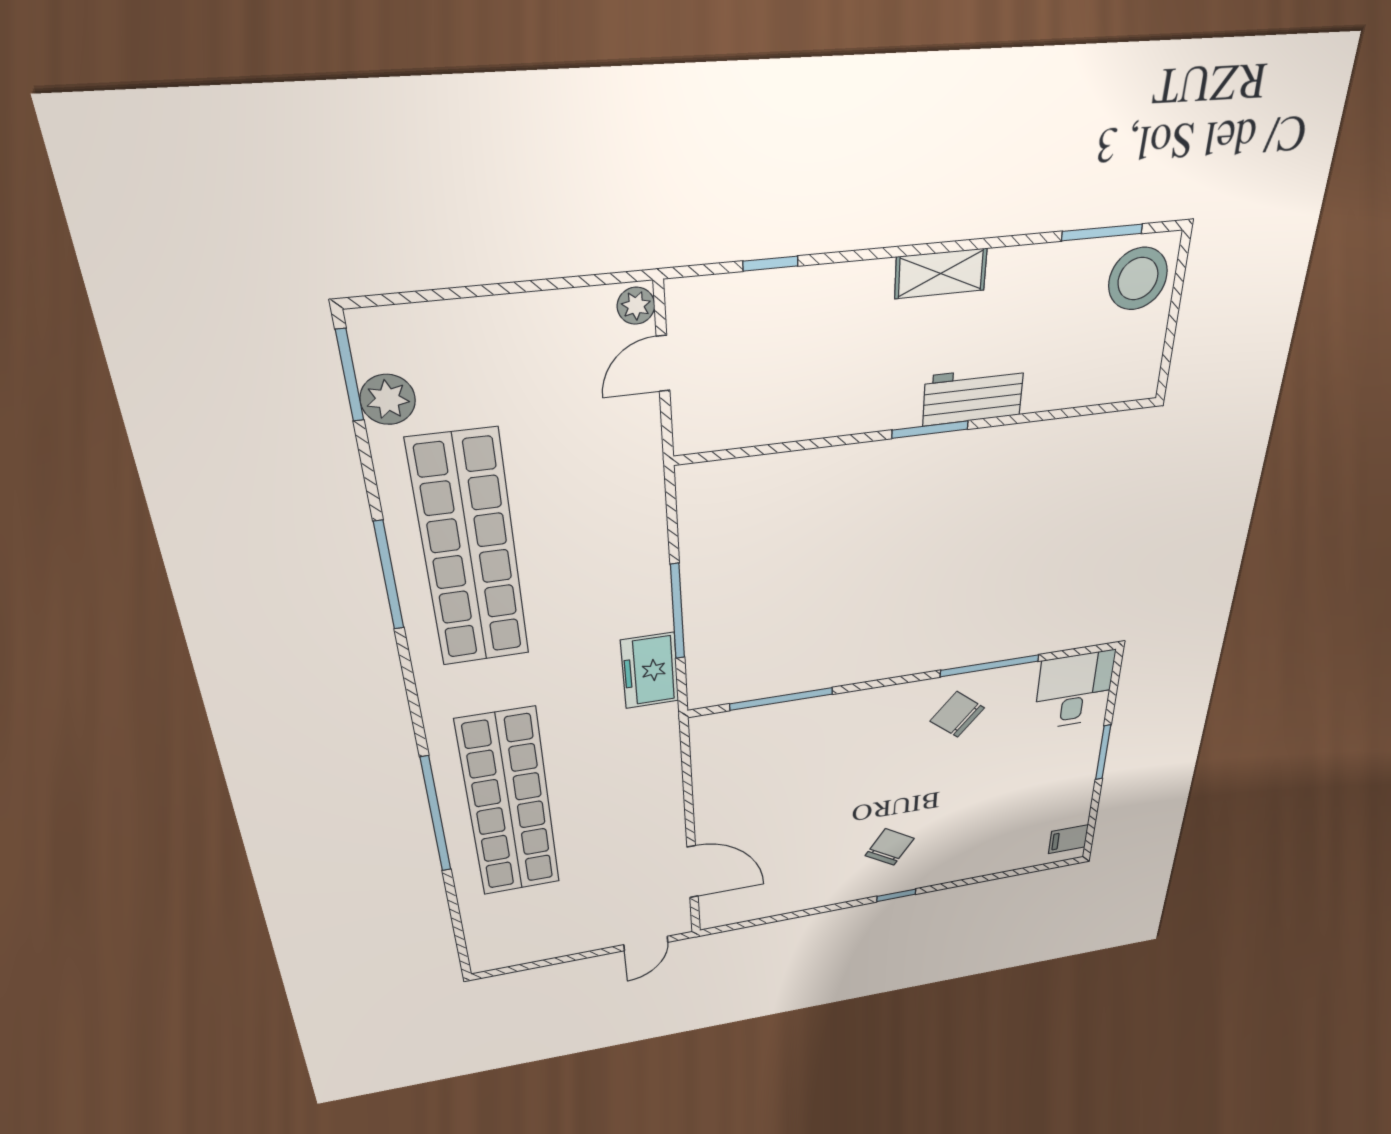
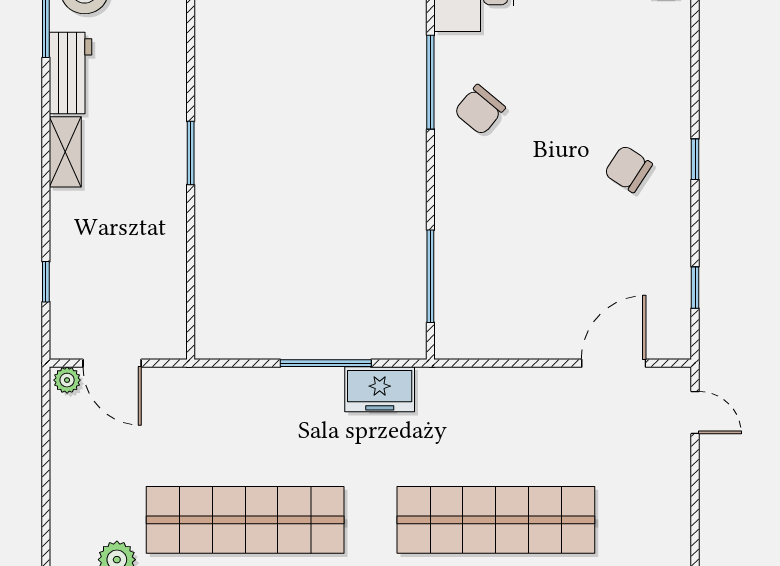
door: (663, 363) -> (112, 363), width x1.37
workbench: (973, 396) -> (71, 73), moved, turned 180
window: (772, 919) -> (695, 288), added

